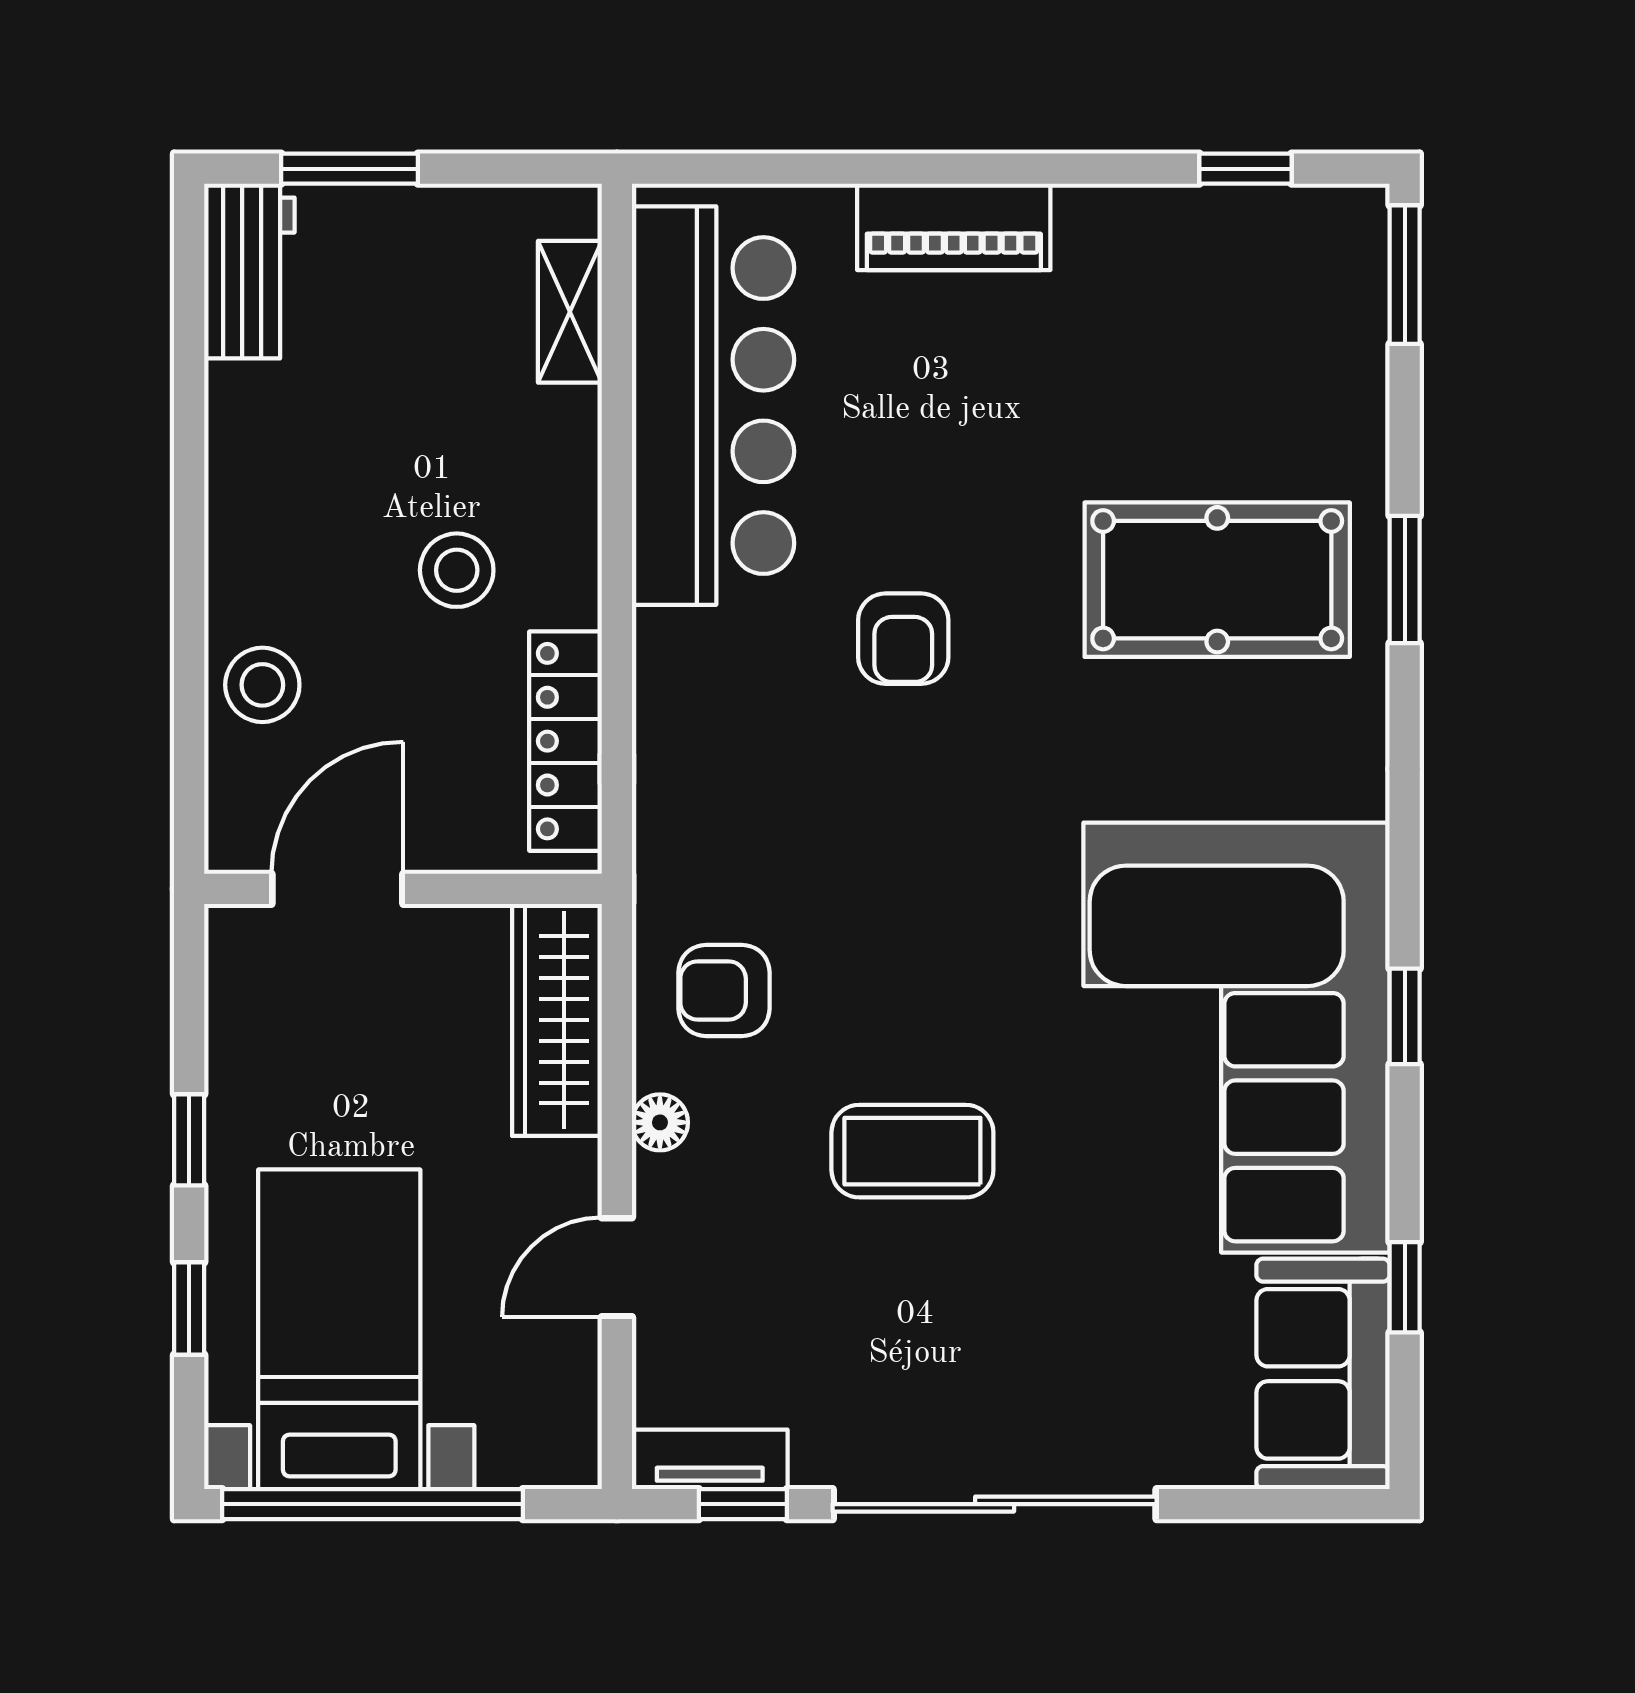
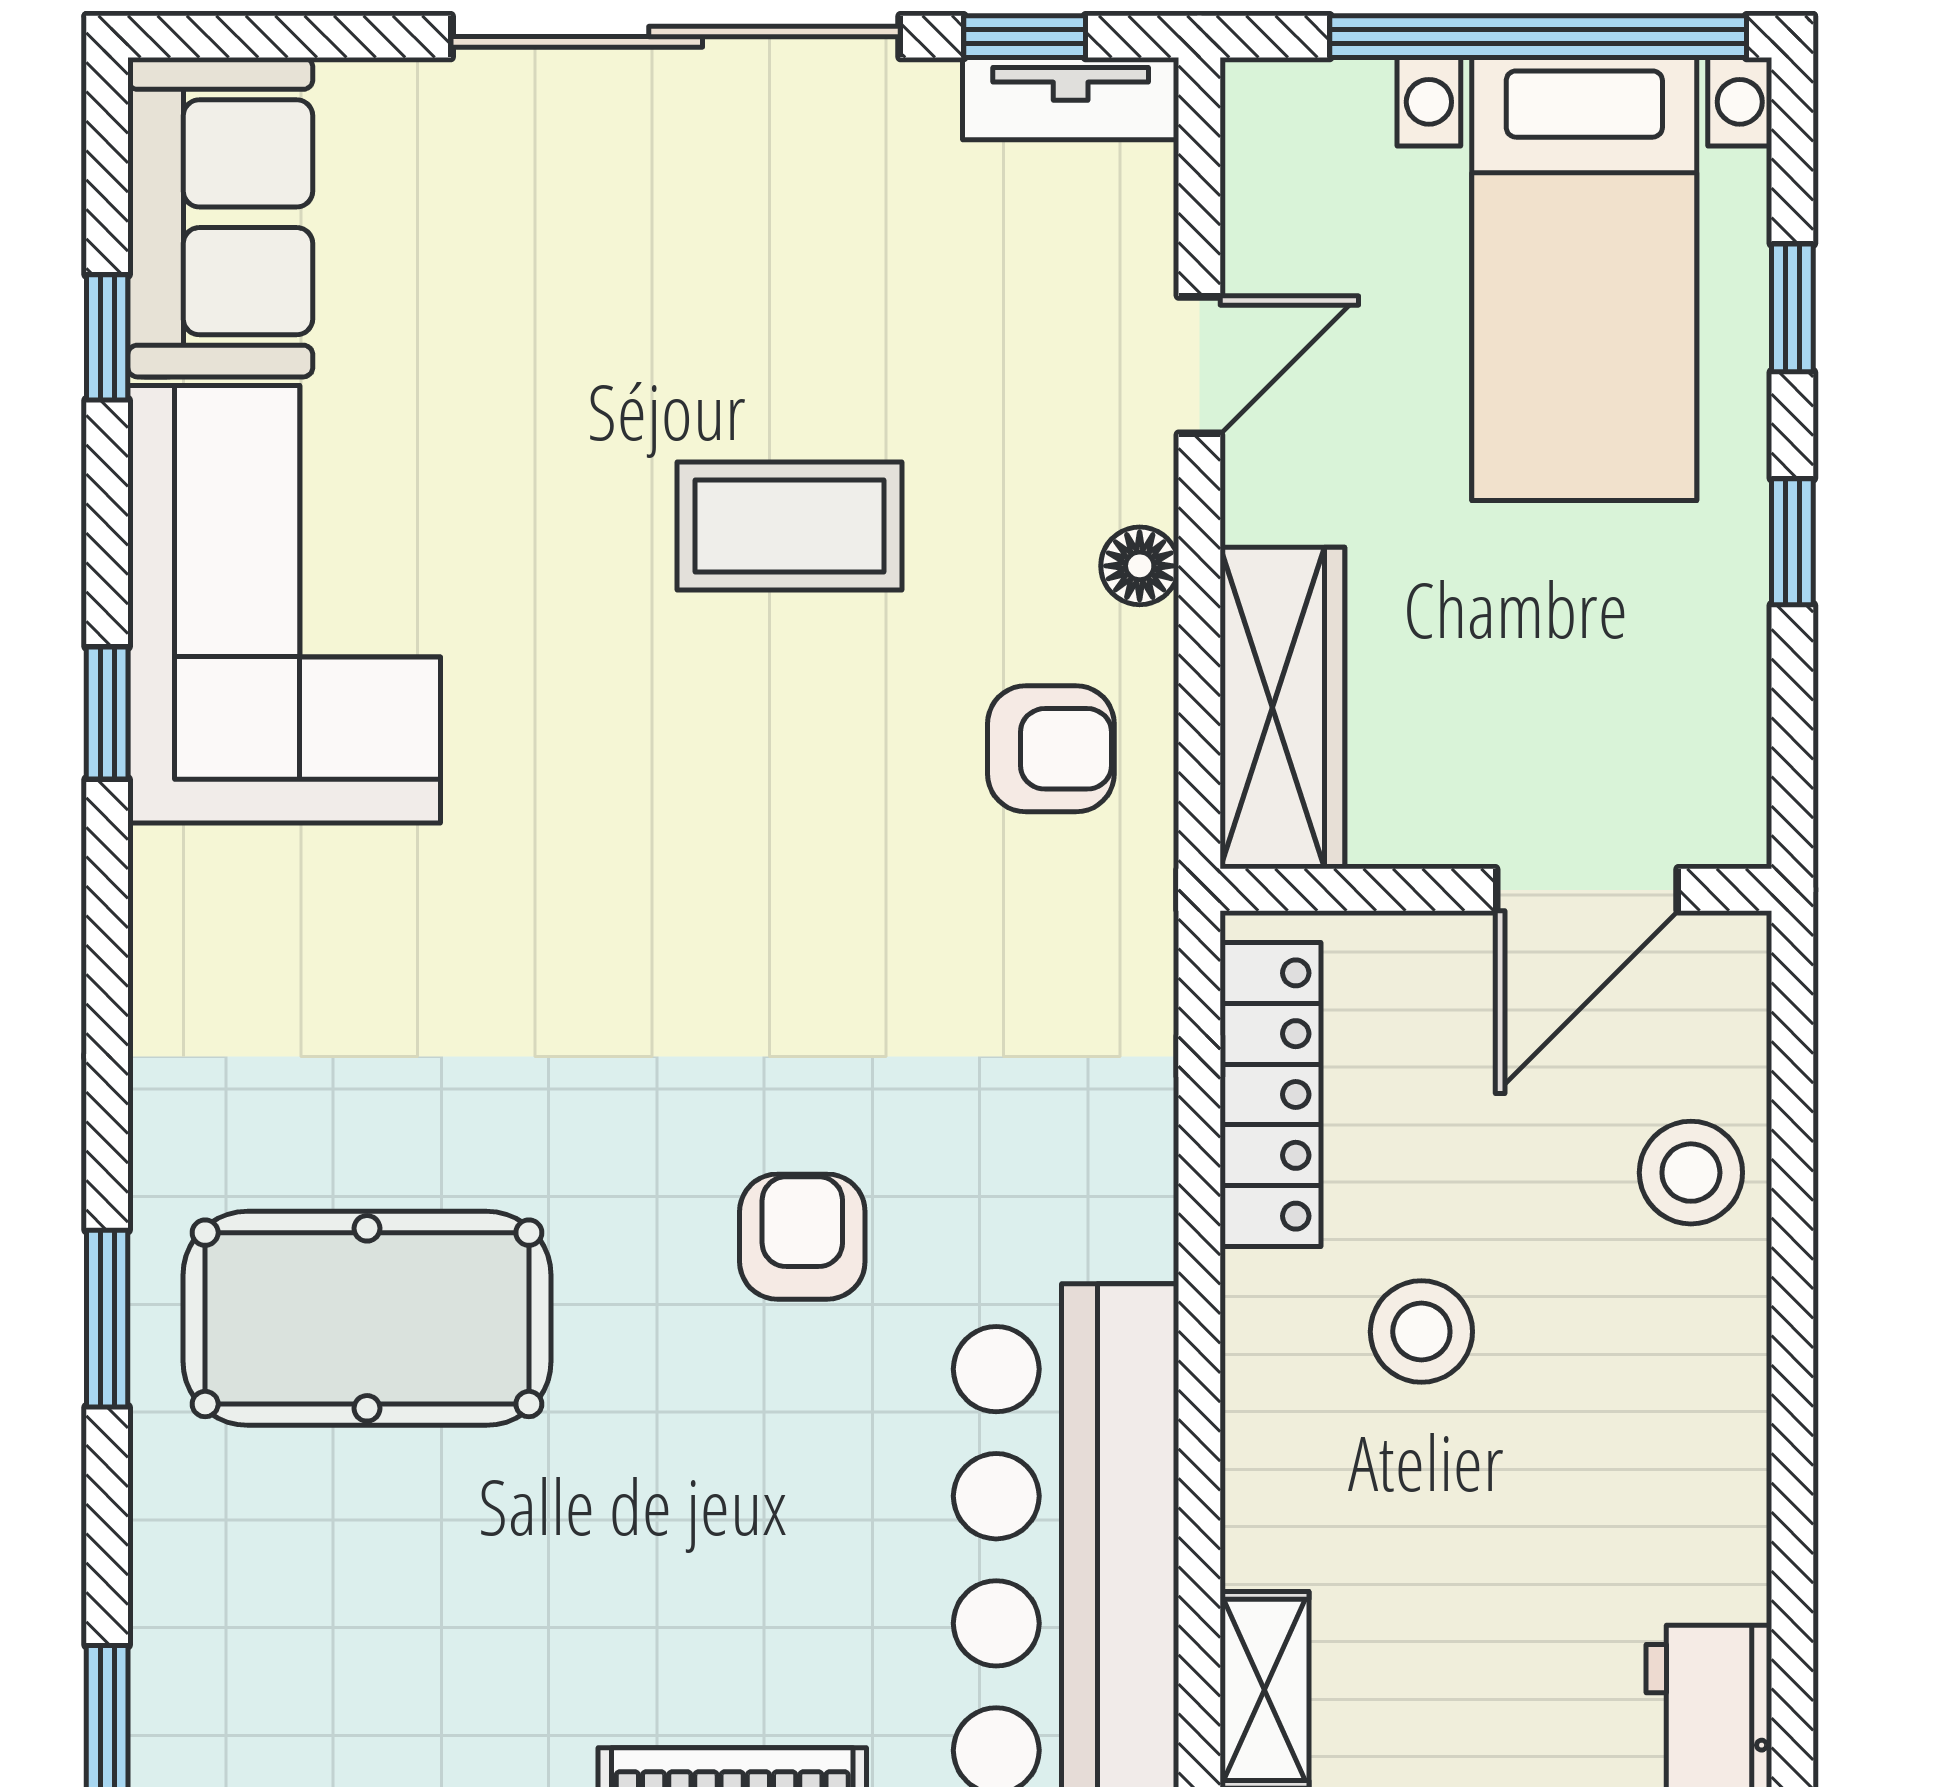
corner sofa: (1237, 1038) -> (284, 604), width x0.73, depth x0.74

